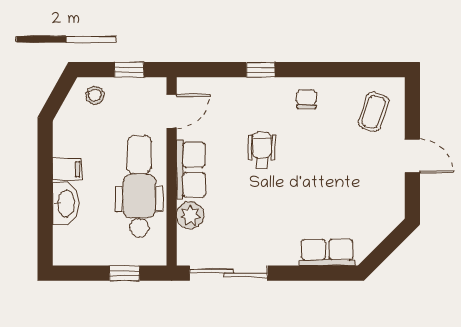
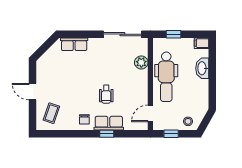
filing cabinet: (67, 169) -> (202, 43), moved
row of seats: (191, 170) -> (109, 123), moved, turned 90

